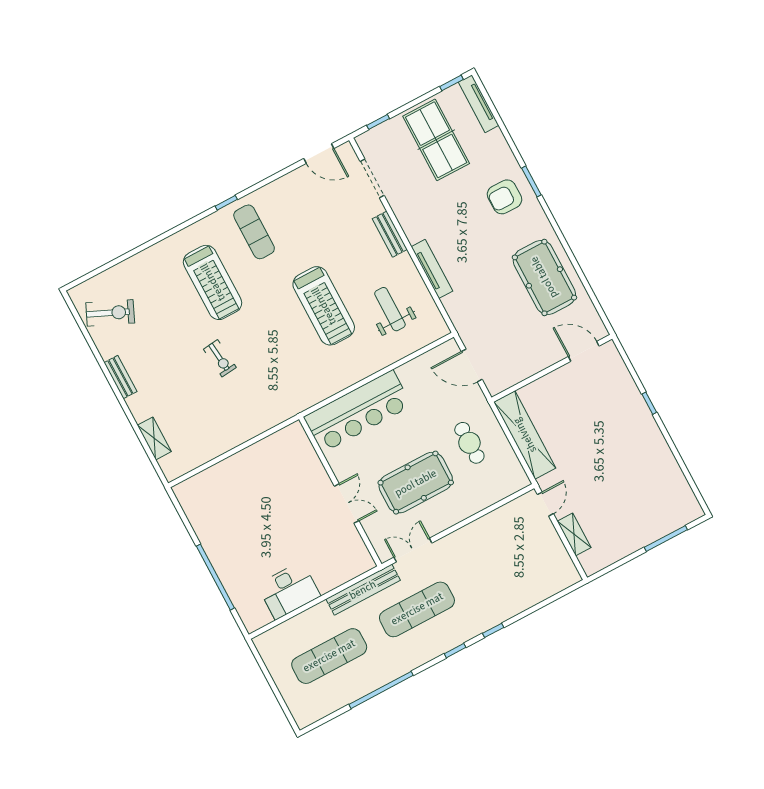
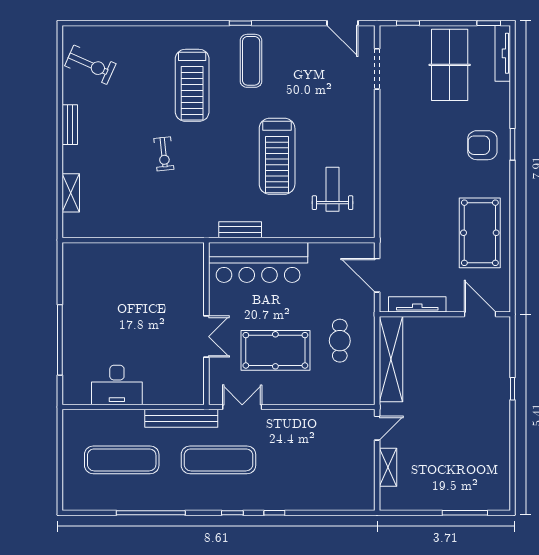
bench: (390, 234) -> (240, 230), moved, turned 90
tv unit: (432, 269) -> (417, 304), moved, turned -90

